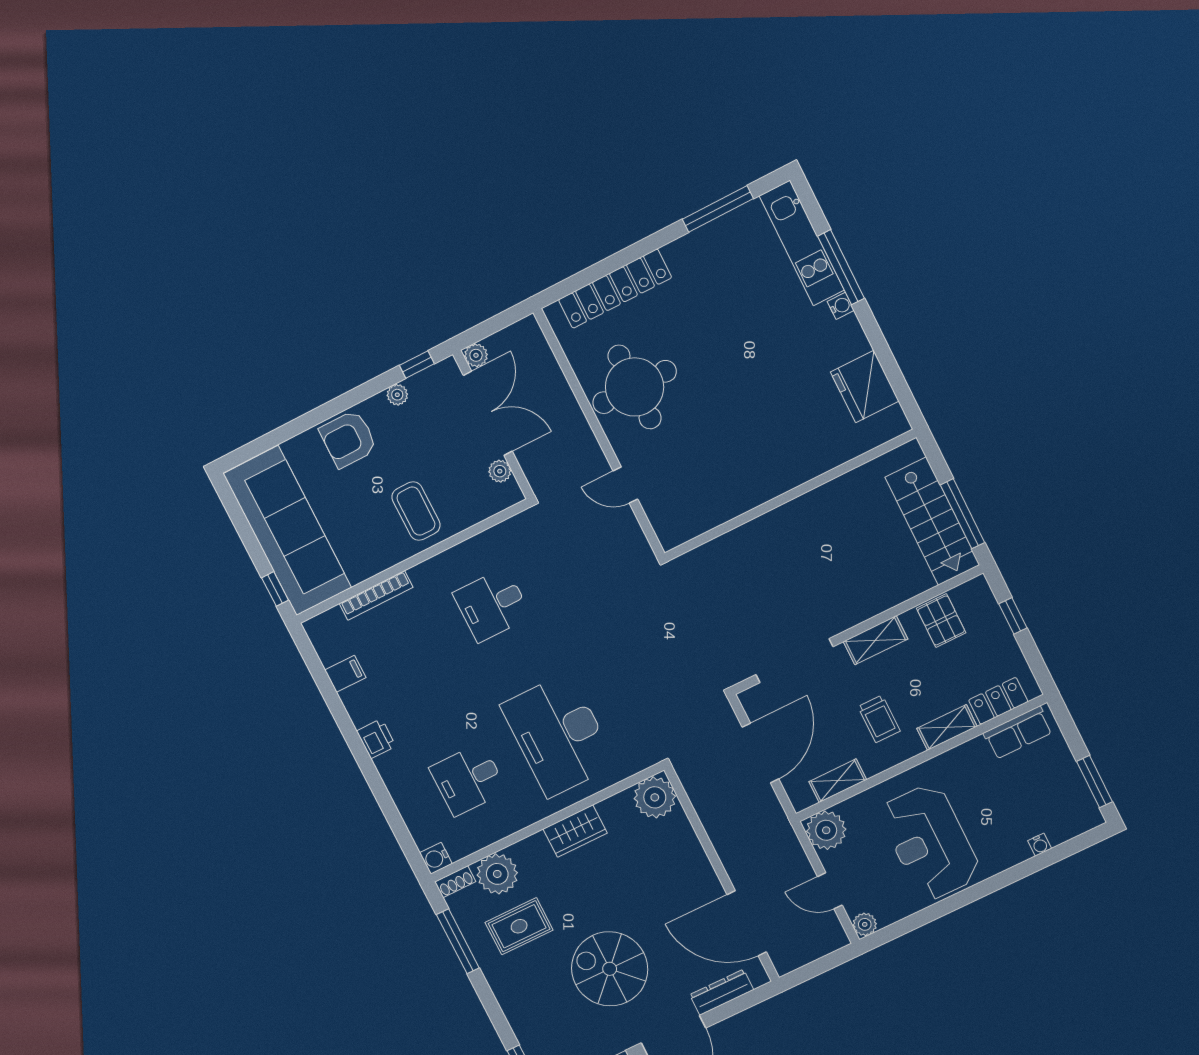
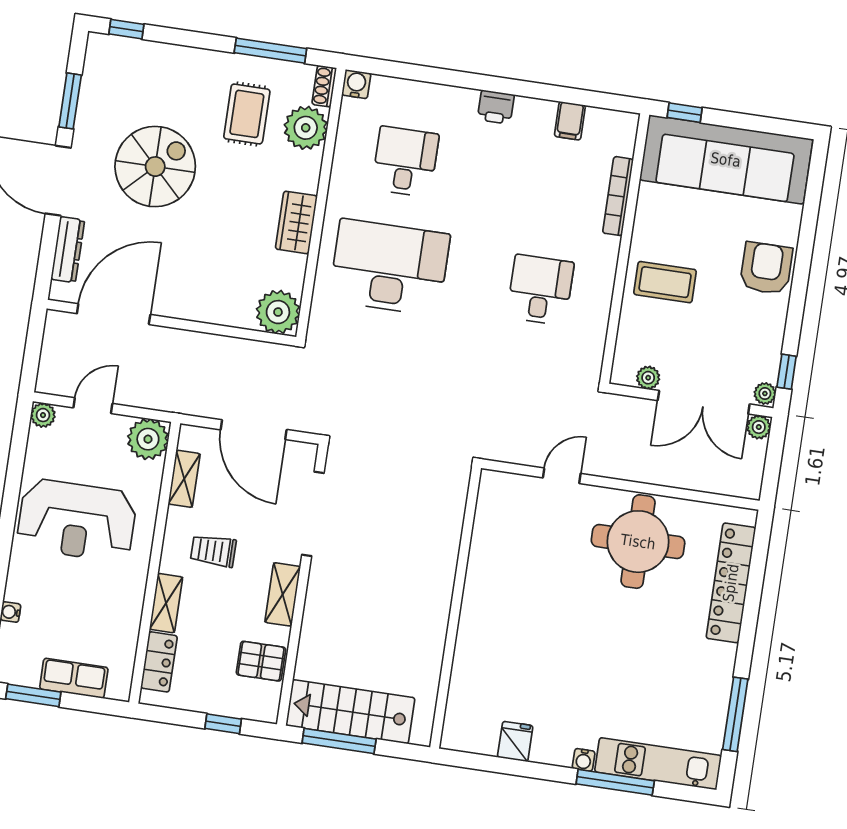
fridge: (865, 387) -> (515, 741), width x0.53, depth x0.75
plant: (397, 395) -> (765, 394), moved
row of seats: (1018, 733) -> (74, 678), moved, turned 90
reception desk: (930, 842) -> (77, 520), turned 180

